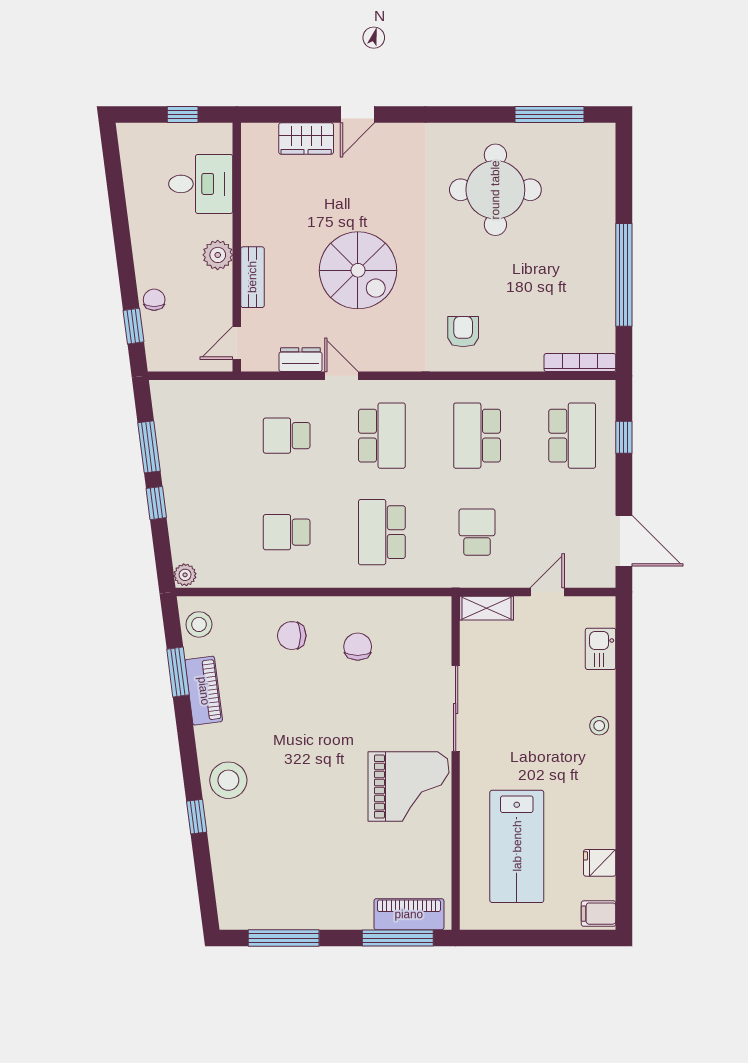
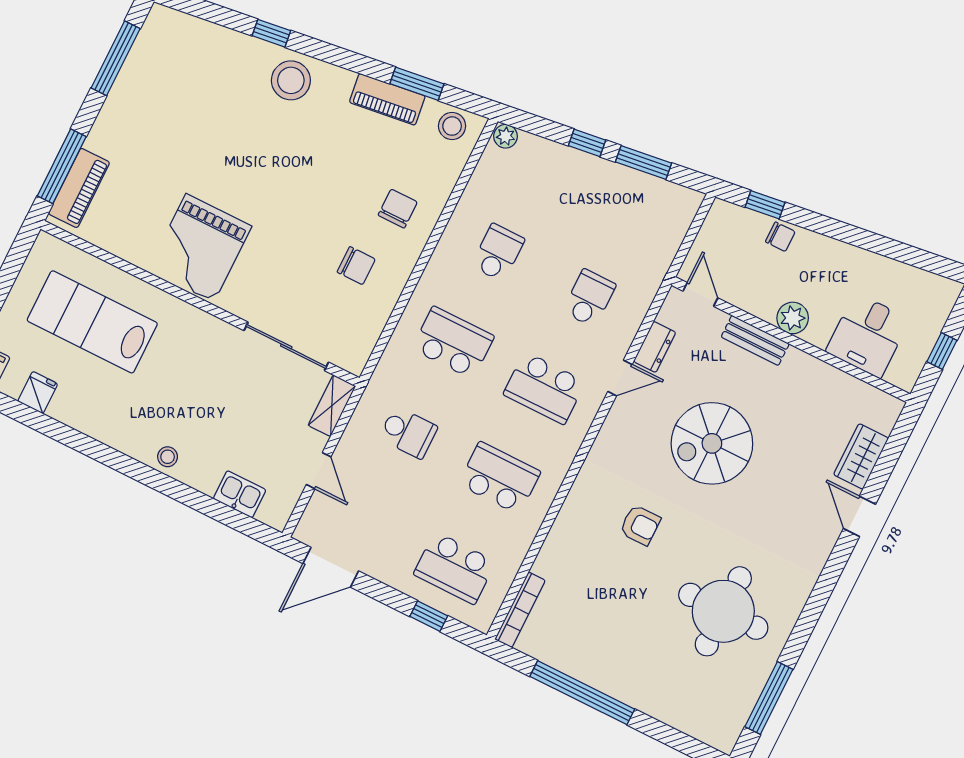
armchair: (463, 332) -> (640, 525), moved
sliding door: (456, 708) -> (286, 346), moved

